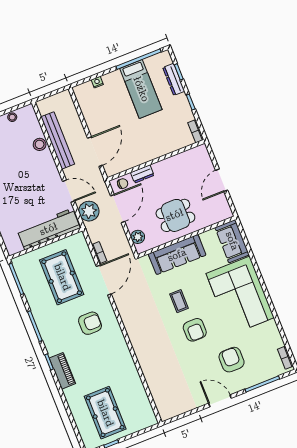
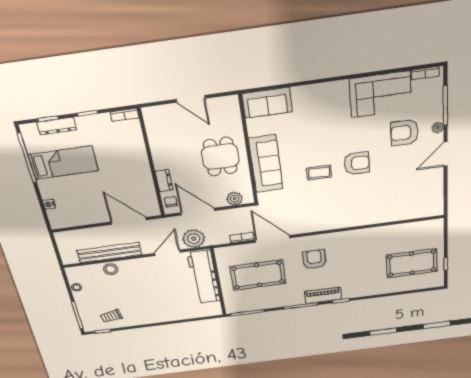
corner sofa: (240, 296) -> (380, 94), moved, width x0.73, depth x0.74
piano: (62, 371) -> (323, 295), moved
plant: (242, 385) -> (438, 128), added

